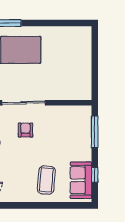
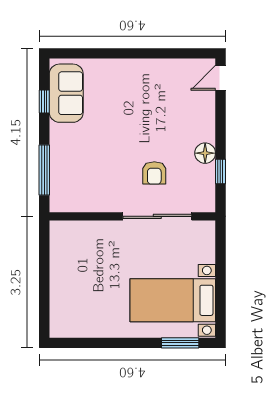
coffee table: (46, 180) -> (121, 94), removed

